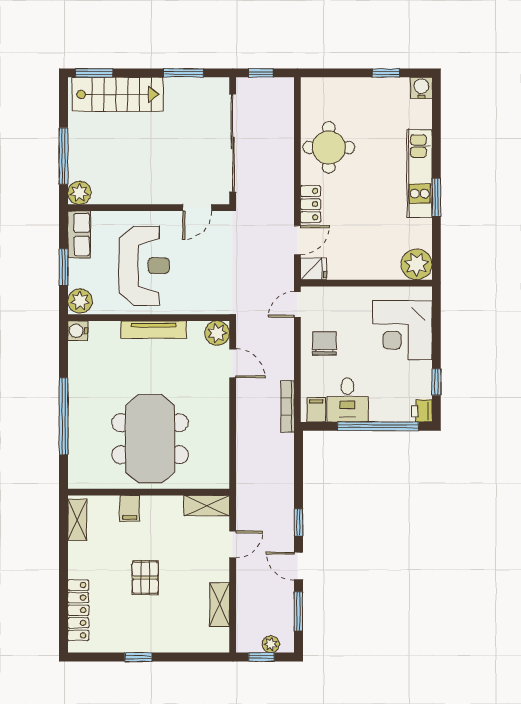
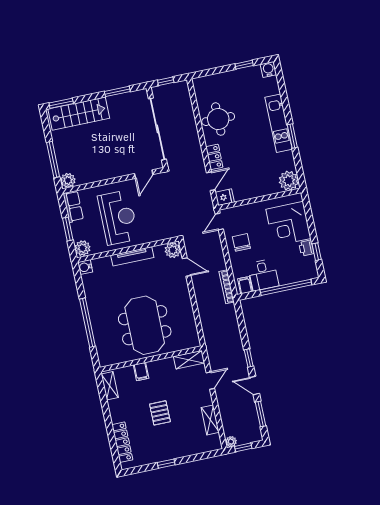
printer: (422, 411) -> (306, 248), moved
plant: (271, 644) -> (231, 442), moved

